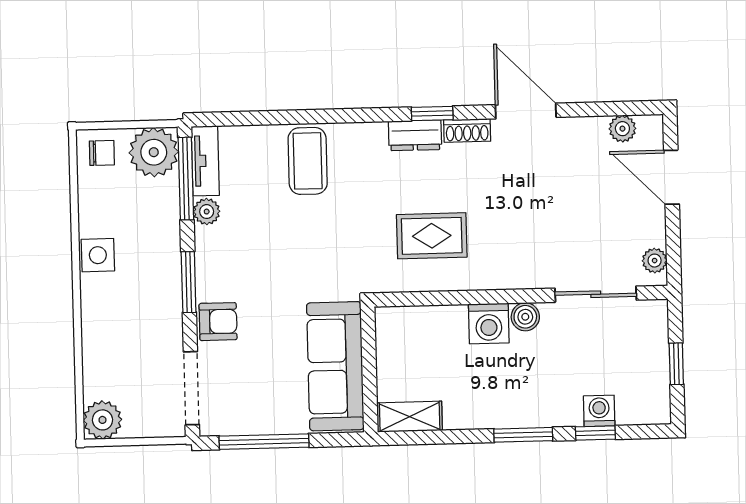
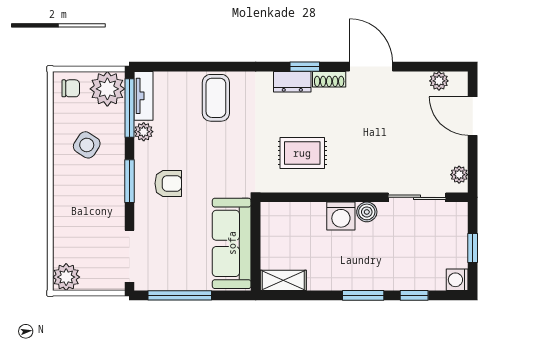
side table: (98, 255) -> (87, 145), moved, turned 33
armchair: (218, 322) -> (168, 183), moved
washing machine: (599, 411) -> (457, 280), moved, turned -90

